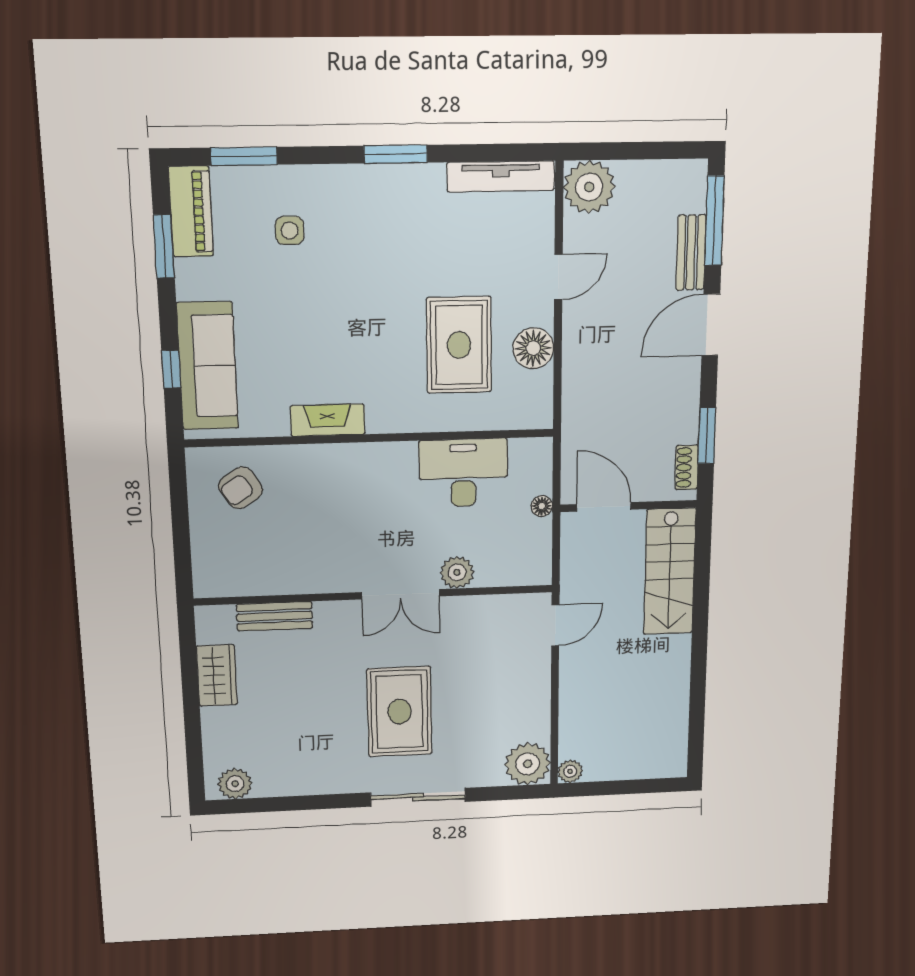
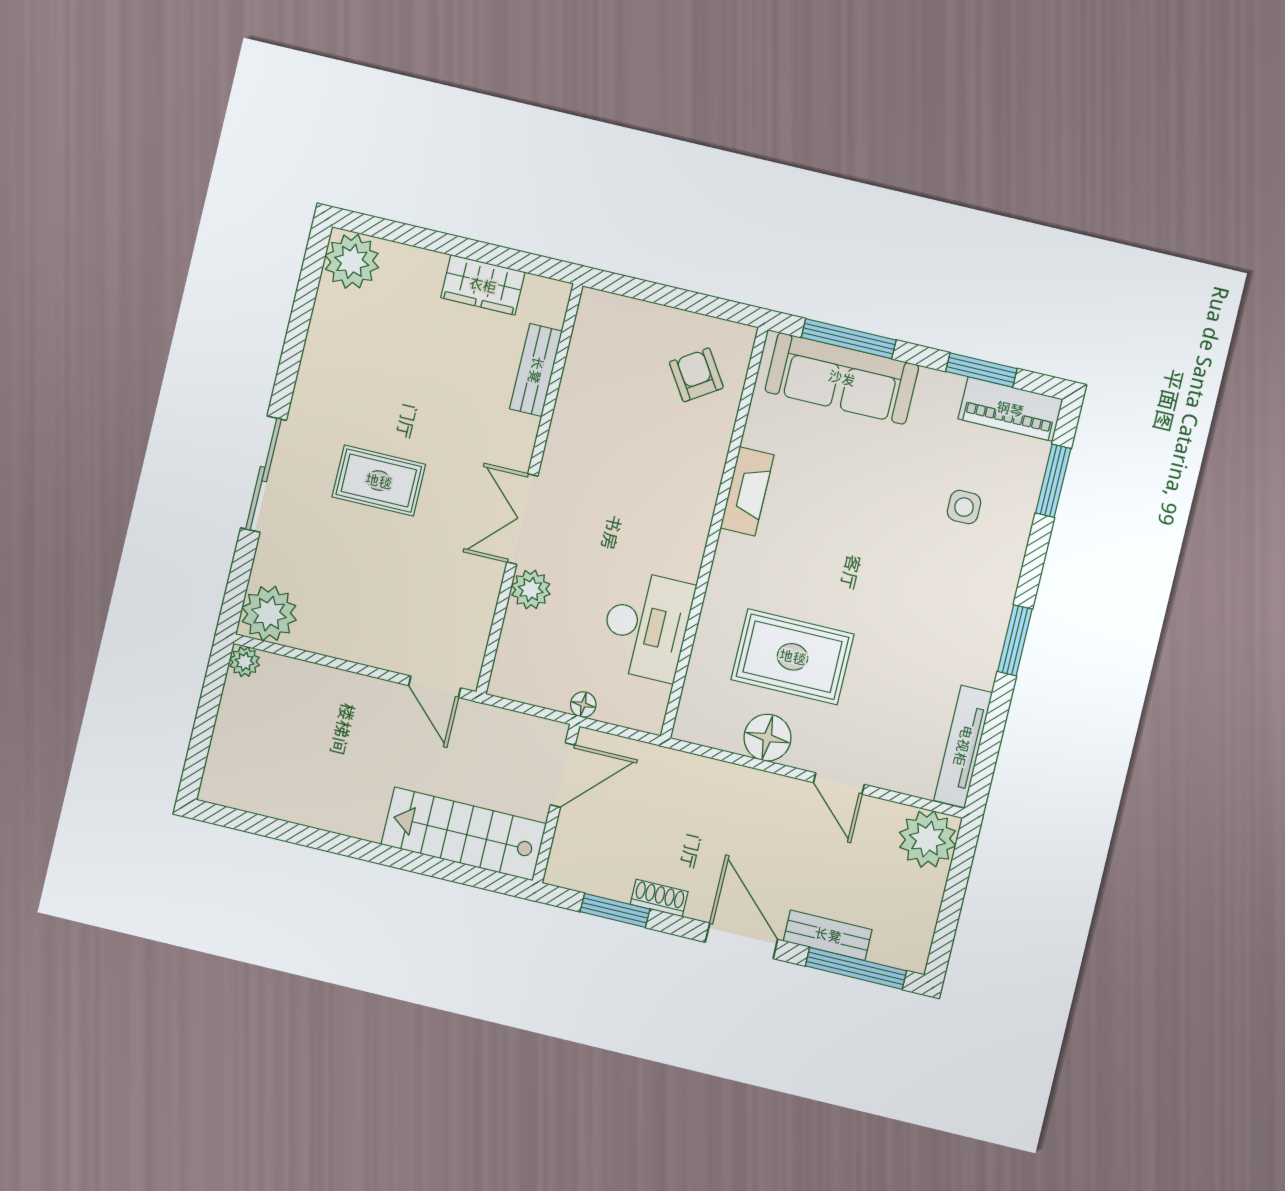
window: (171, 369) -> (849, 339), width x2.17
shoe rack: (687, 467) -> (659, 898), moved
rug: (399, 712) -> (379, 481), width x0.73, depth x0.70
plant: (235, 784) -> (352, 261), width x1.36, depth x1.36

